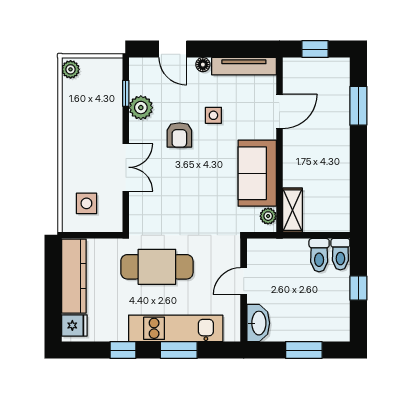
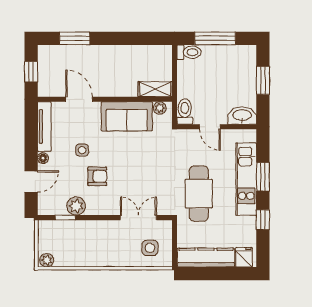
double door: (126, 167) -> (138, 218), moved
toilet: (319, 255) -> (185, 112), moved, turned -90
window: (358, 288) -> (215, 38), width x2.17

